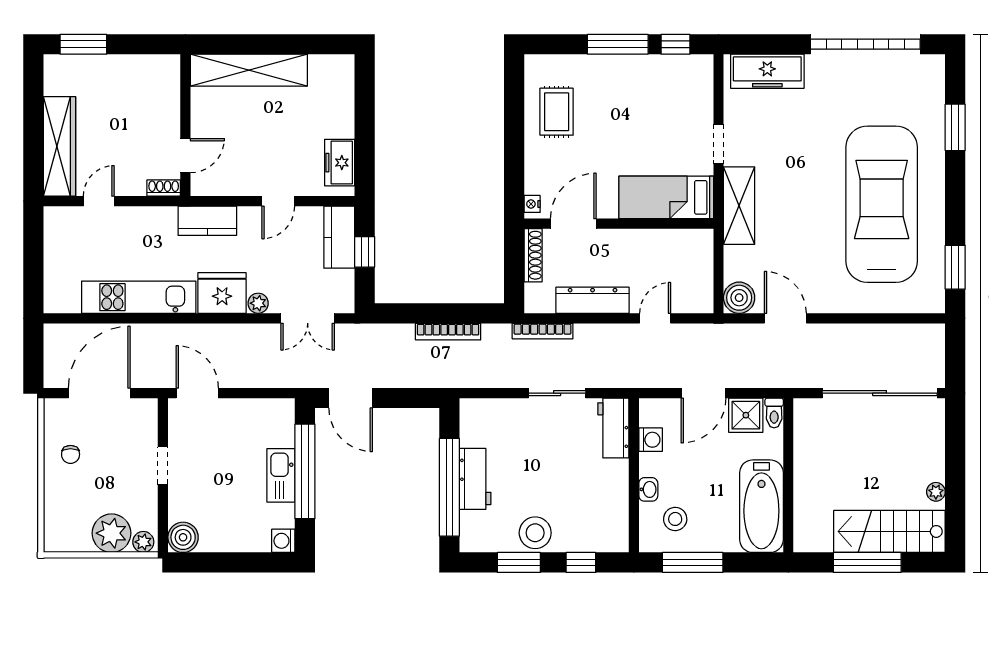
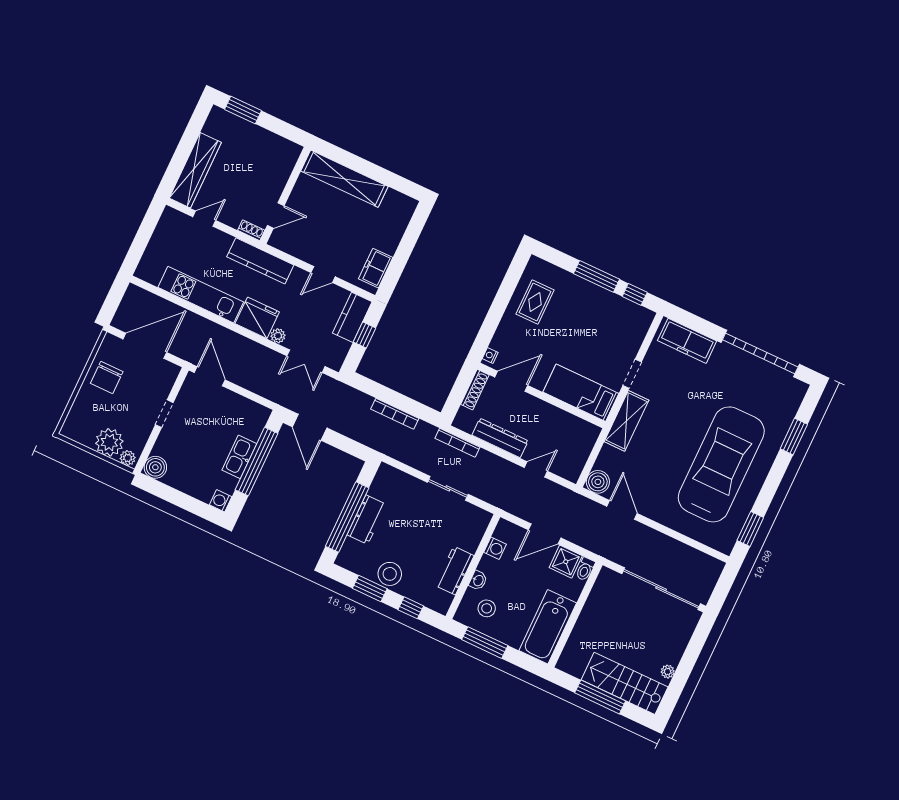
kitchen counter: (207, 221) -> (260, 261), width x1.50
workbench: (613, 428) -> (454, 571), moved
chair: (71, 454) -> (107, 377), width x1.87, depth x1.87

